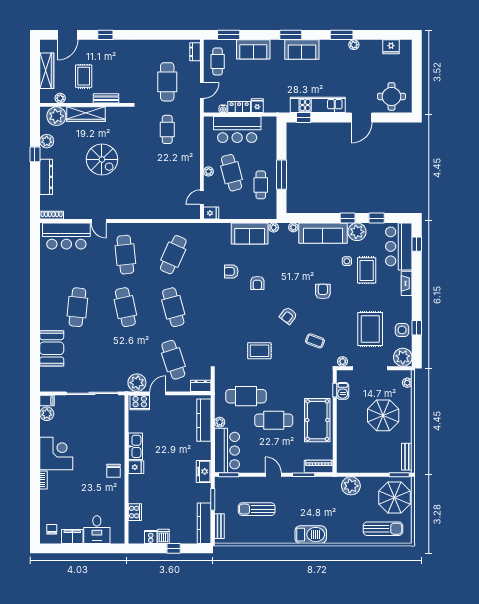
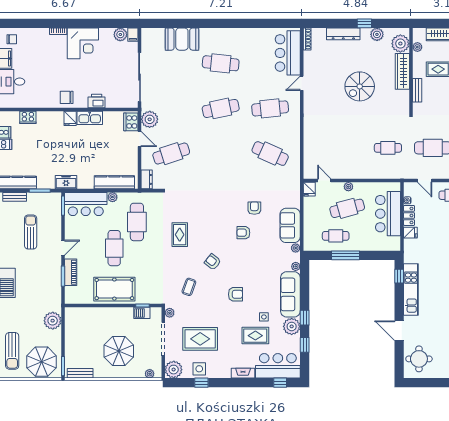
cafe table: (173, 307) -> (221, 154), removed
printer: (117, 439) -> (97, 101), added
piano: (319, 467) -> (71, 272), moved

